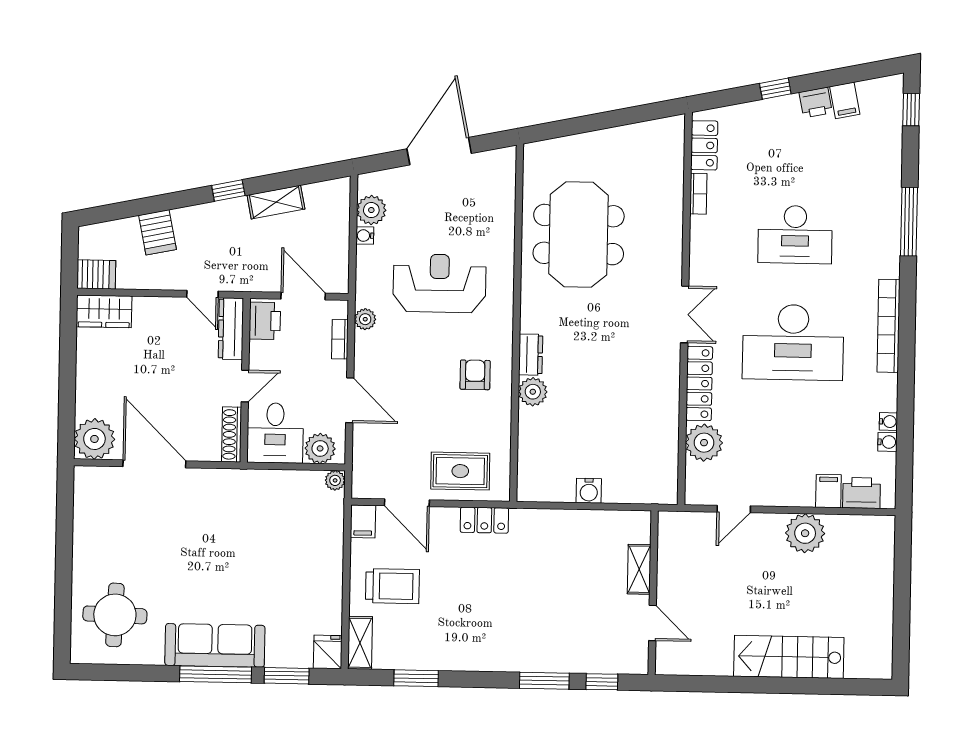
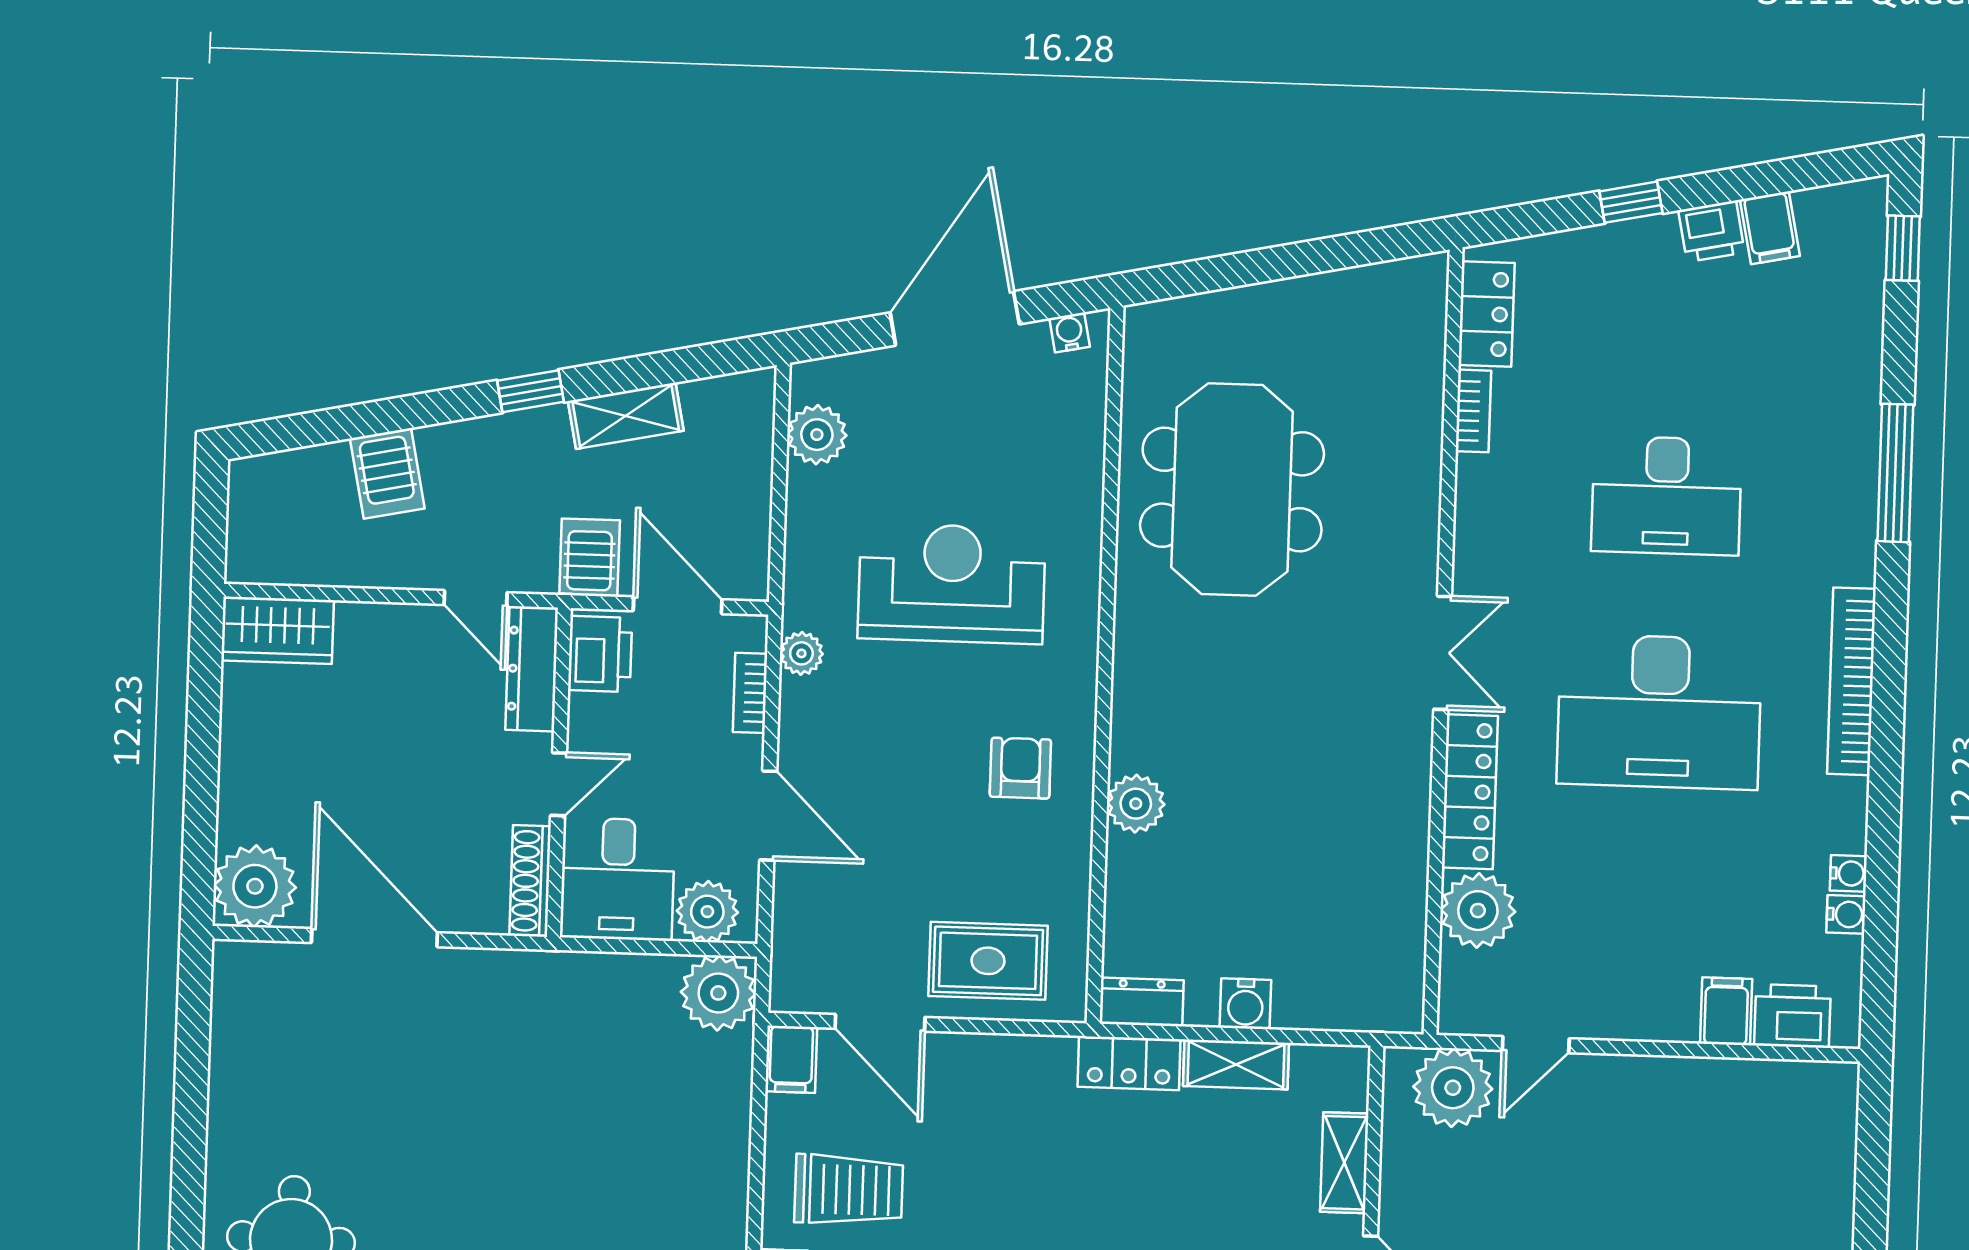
water cooler: (365, 236) -> (1070, 332), moved, turned 78
server rack: (96, 275) -> (590, 558), moved, turned -90
dresser: (531, 355) -> (1142, 1002), moved, turned -90
plant: (335, 480) -> (718, 993), width x1.87, depth x1.87
locker: (484, 520) -> (1129, 1063), moved
shelving: (585, 521) -> (1236, 1064), added
plant: (805, 533) -> (1453, 1088), moved

